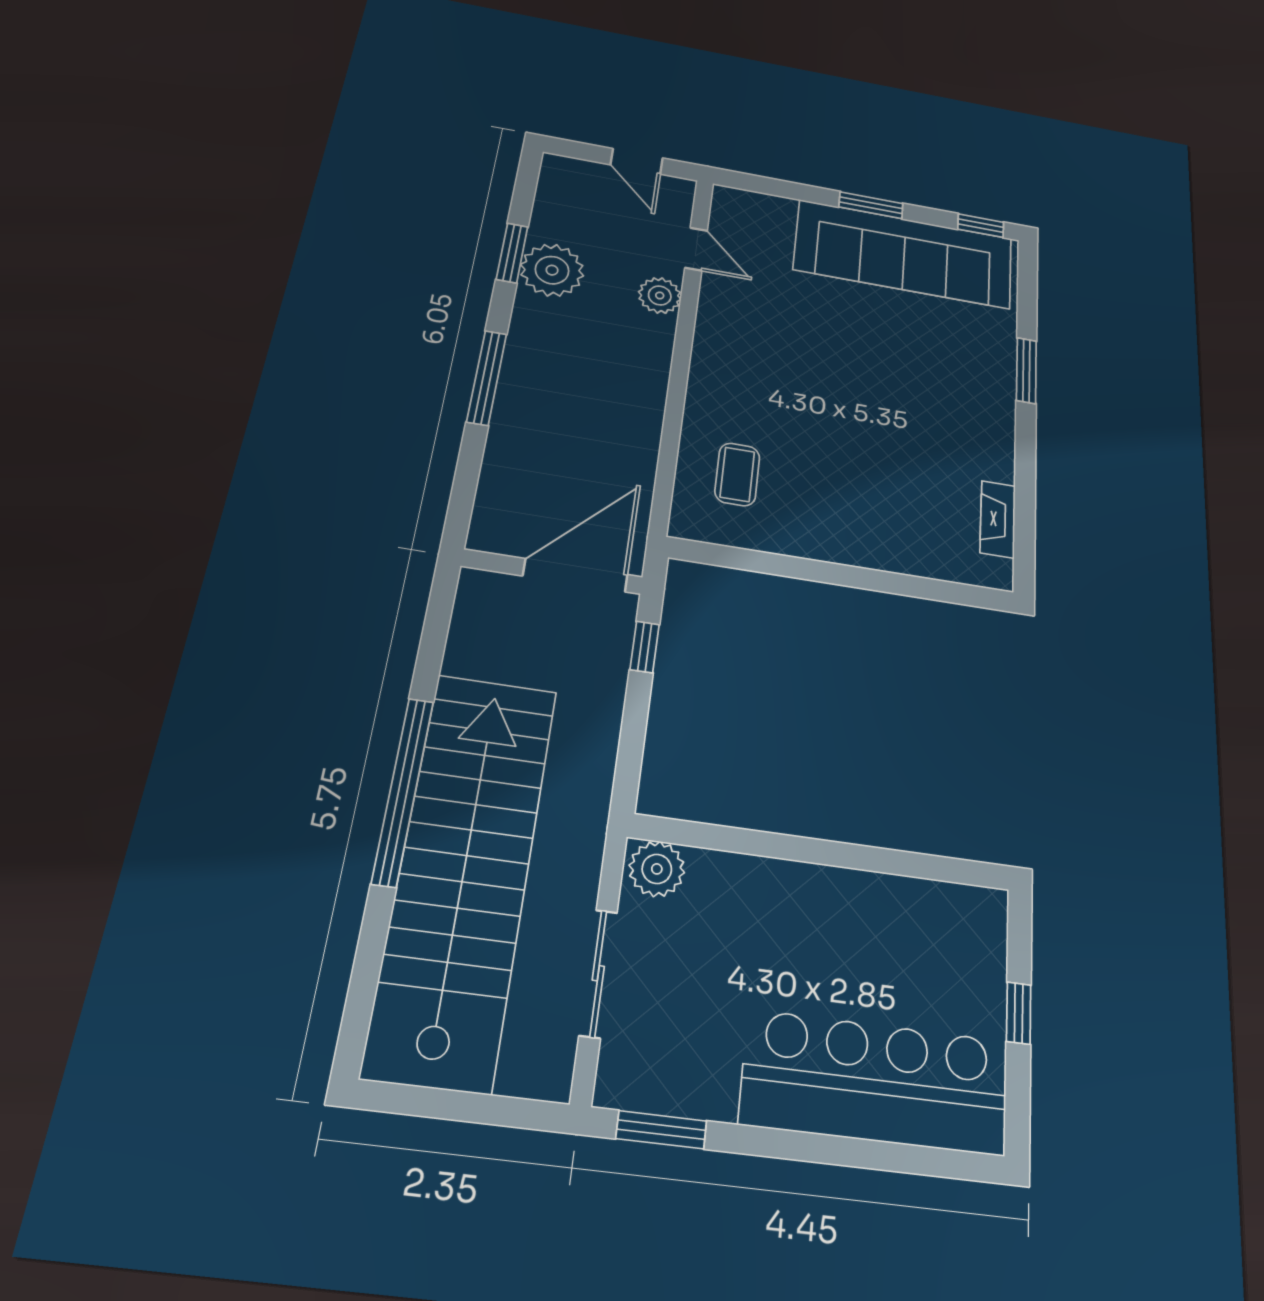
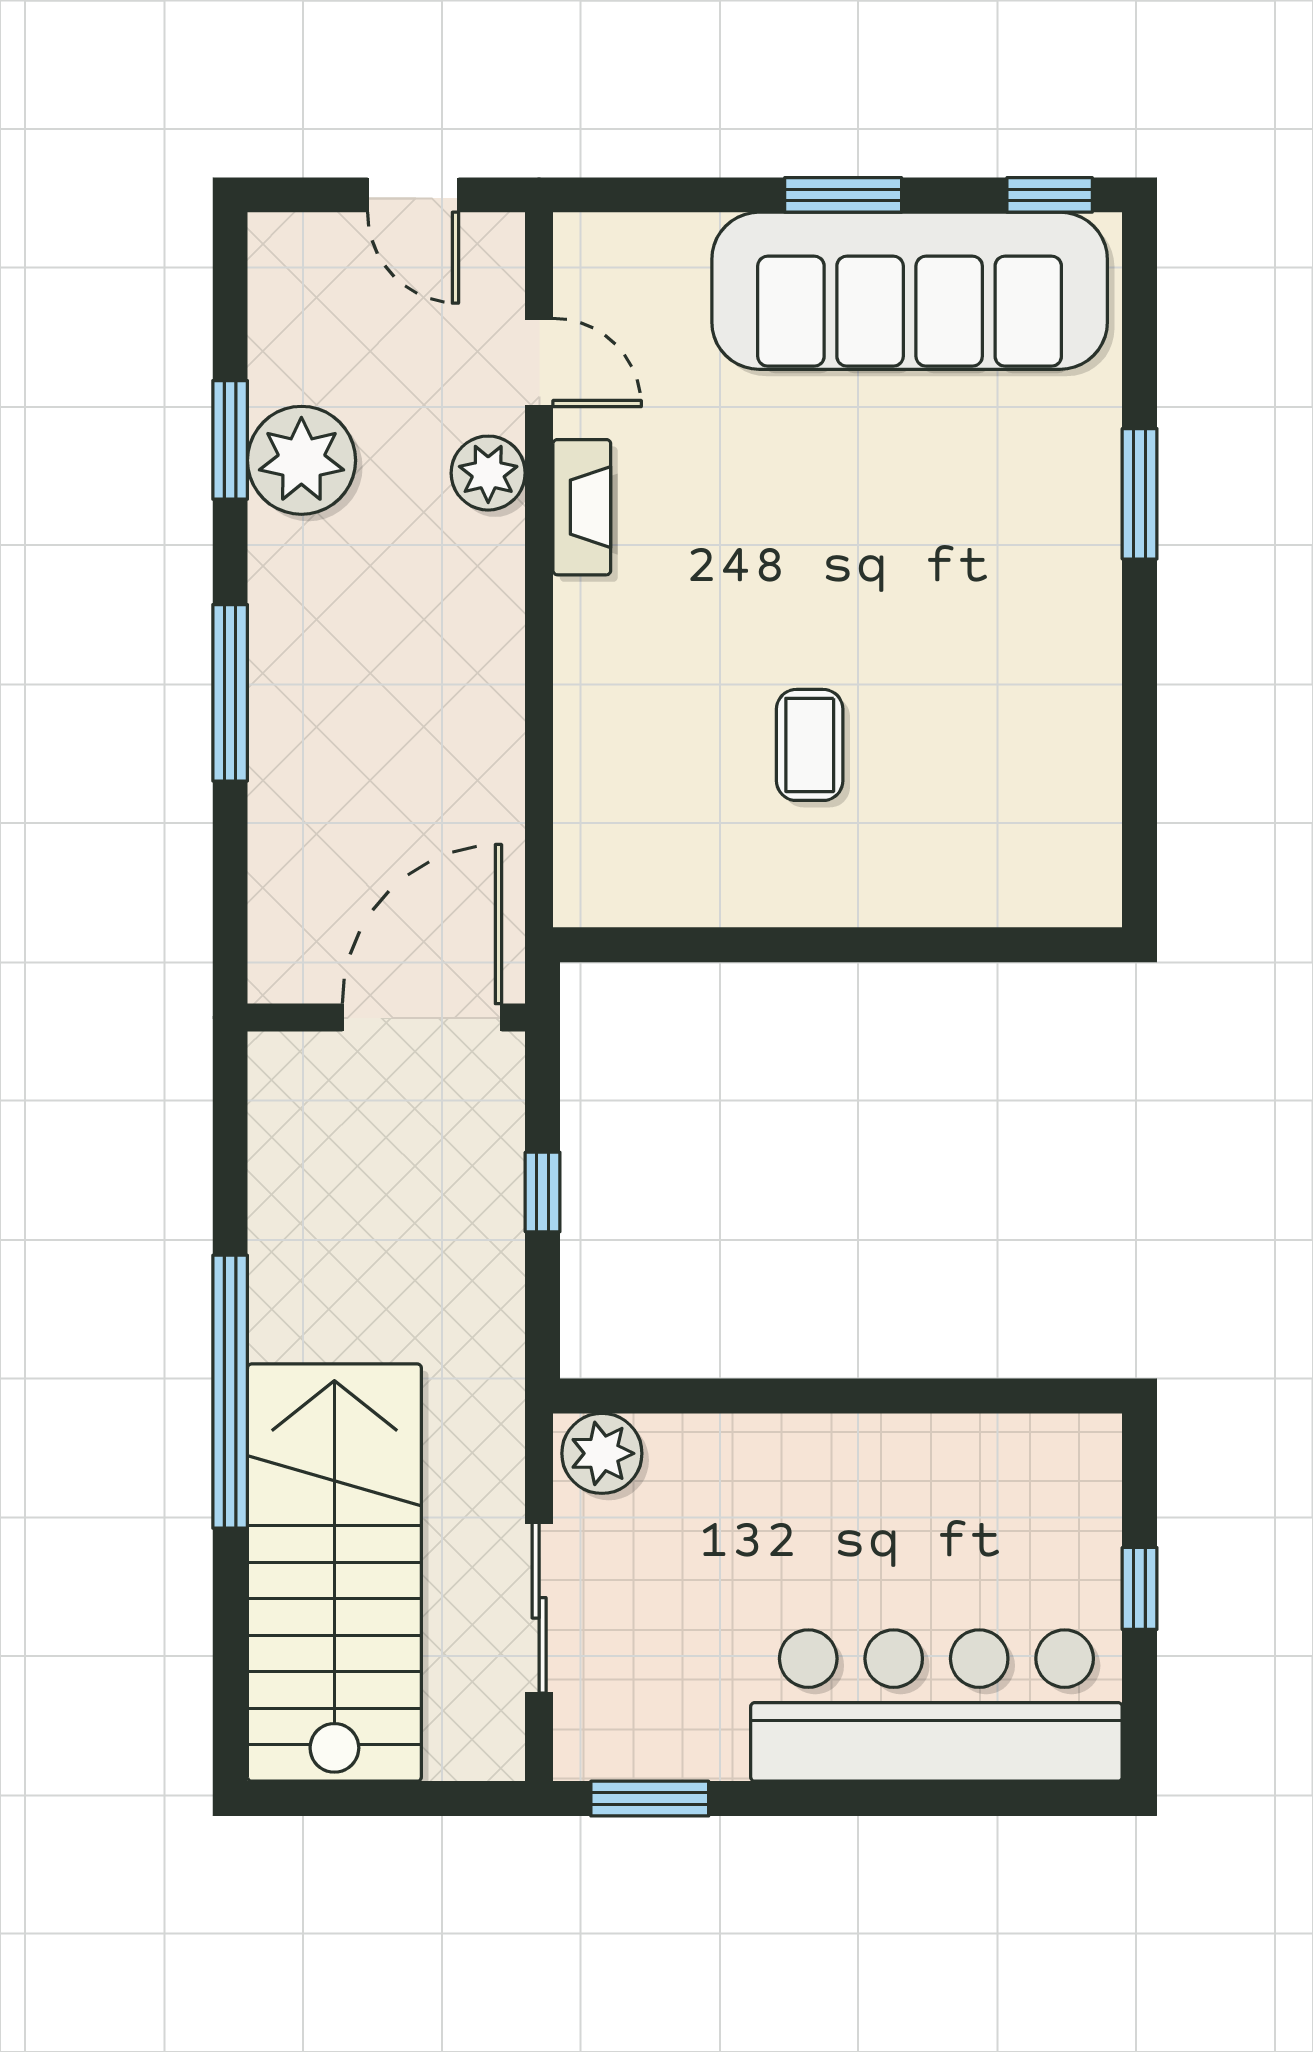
coffee table: (737, 474) -> (810, 745), moved
fireplace: (998, 519) -> (582, 507), moved, turned 180
window: (645, 647) -> (543, 1192), moved
stairs: (463, 874) -> (334, 1573), width x0.73

